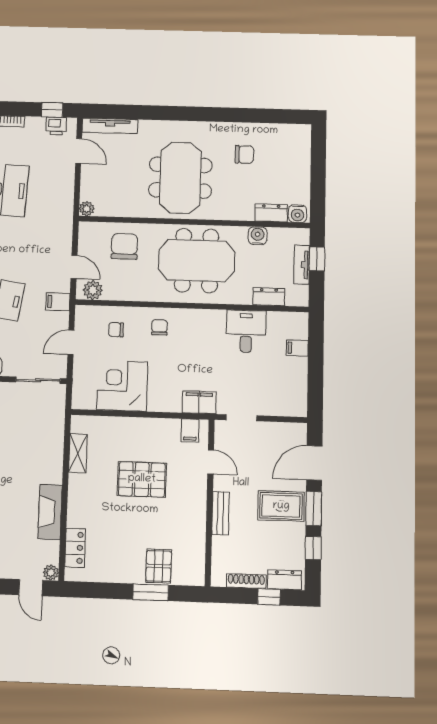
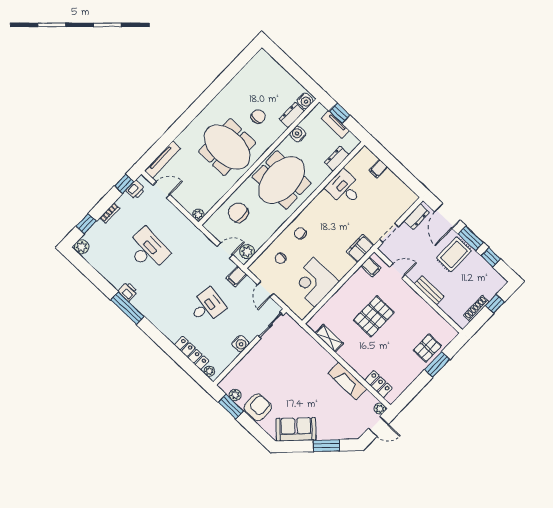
chair: (244, 154) -> (258, 117), moved
pallet: (159, 566) -> (427, 348), turned 90
dresser: (285, 580) -> (417, 217), moved, turned 180

